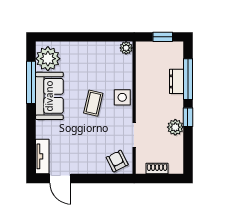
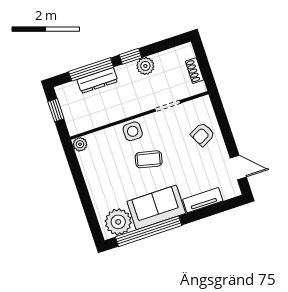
dresser: (176, 81) -> (97, 80), width x1.44
window: (31, 82) -> (149, 231), width x1.46
tv unit: (42, 156) -> (203, 200), moved
armchair: (117, 161) -> (203, 134), moved
door: (60, 178) -> (238, 168), hinge flipped

